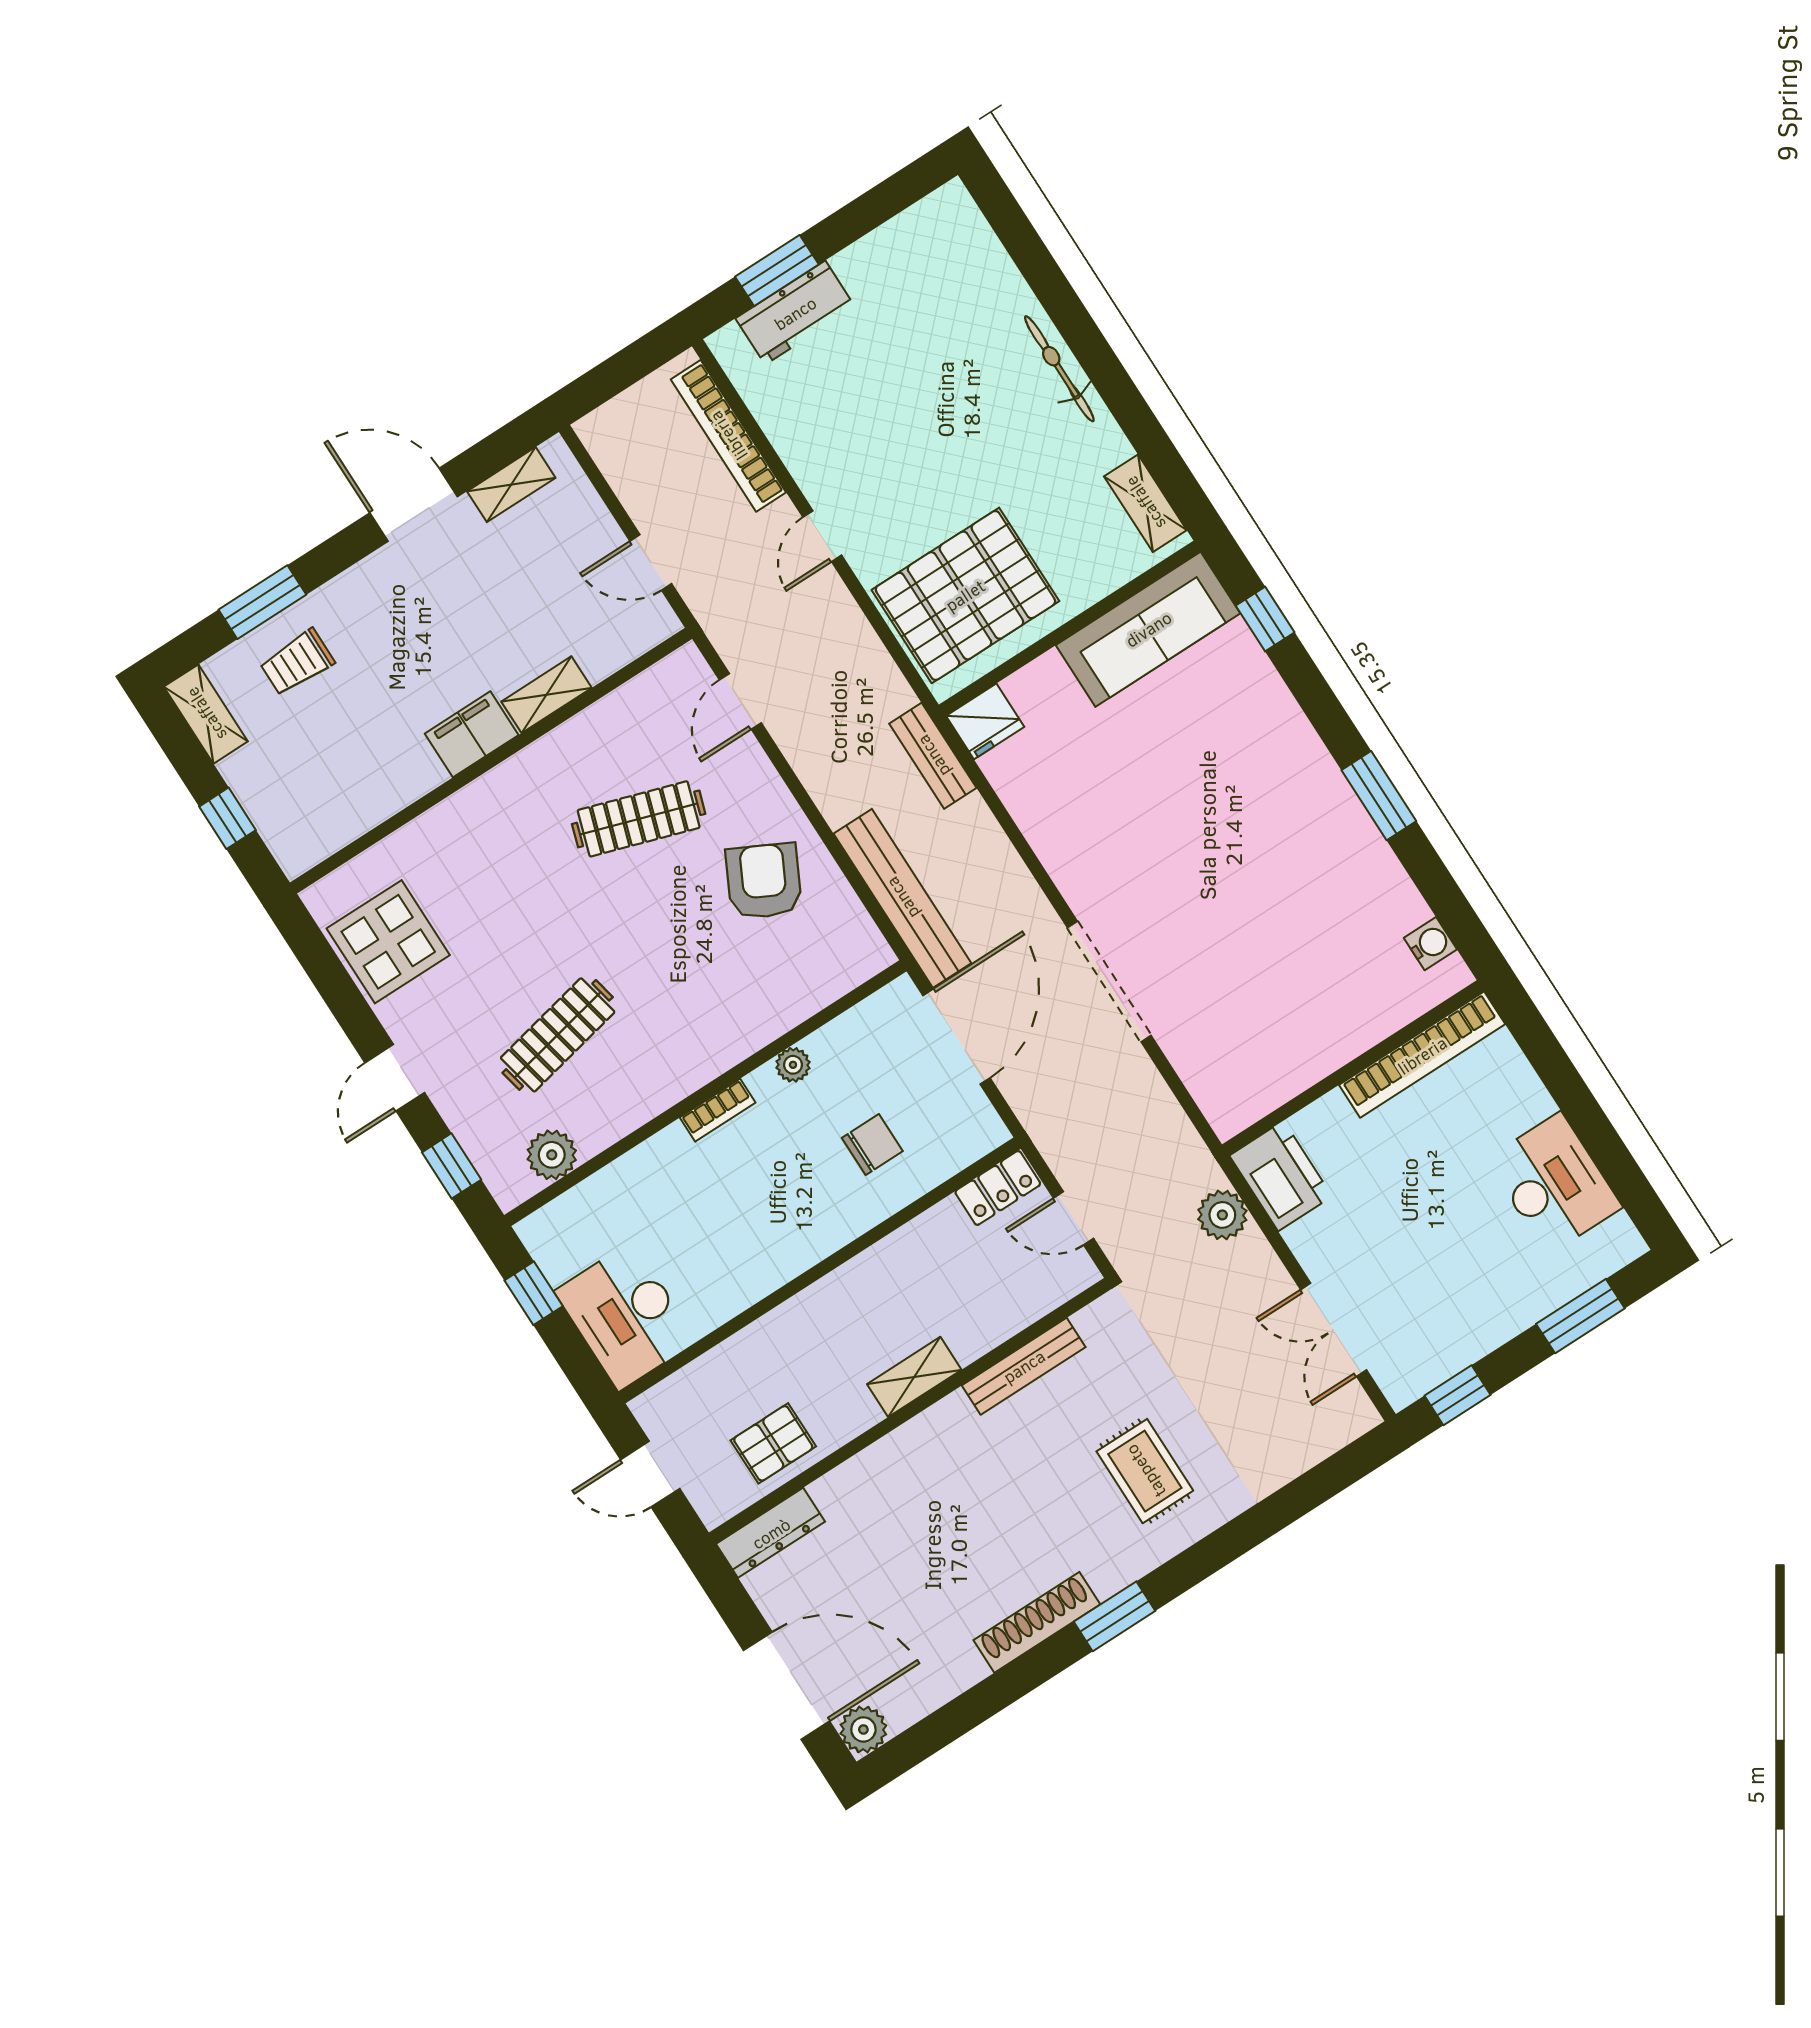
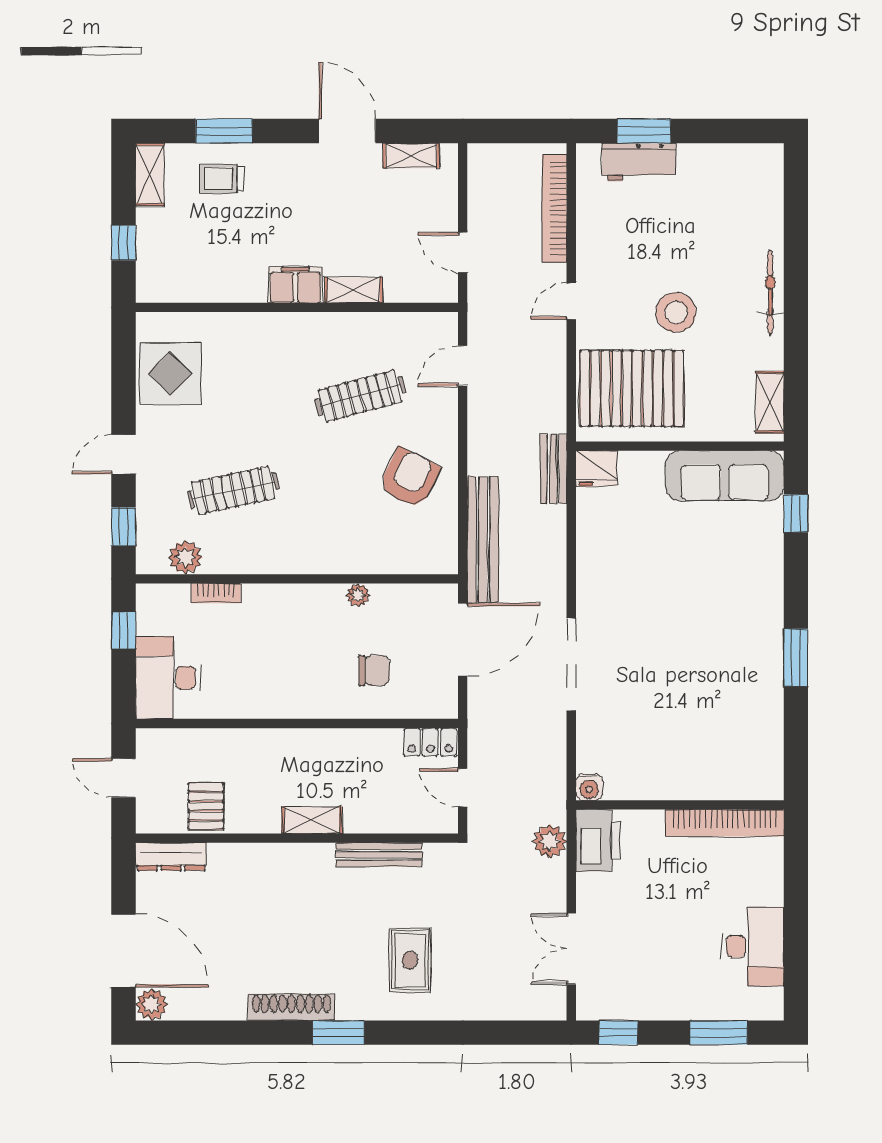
stool: (959, 468) -> (676, 312), added
clothes rail: (639, 819) -> (360, 396), turned -33
water cooler: (1430, 944) -> (589, 787), moved, turned 90
bookcase: (718, 1110) -> (216, 593), moved
pallet: (773, 1443) -> (206, 806), turned 90

